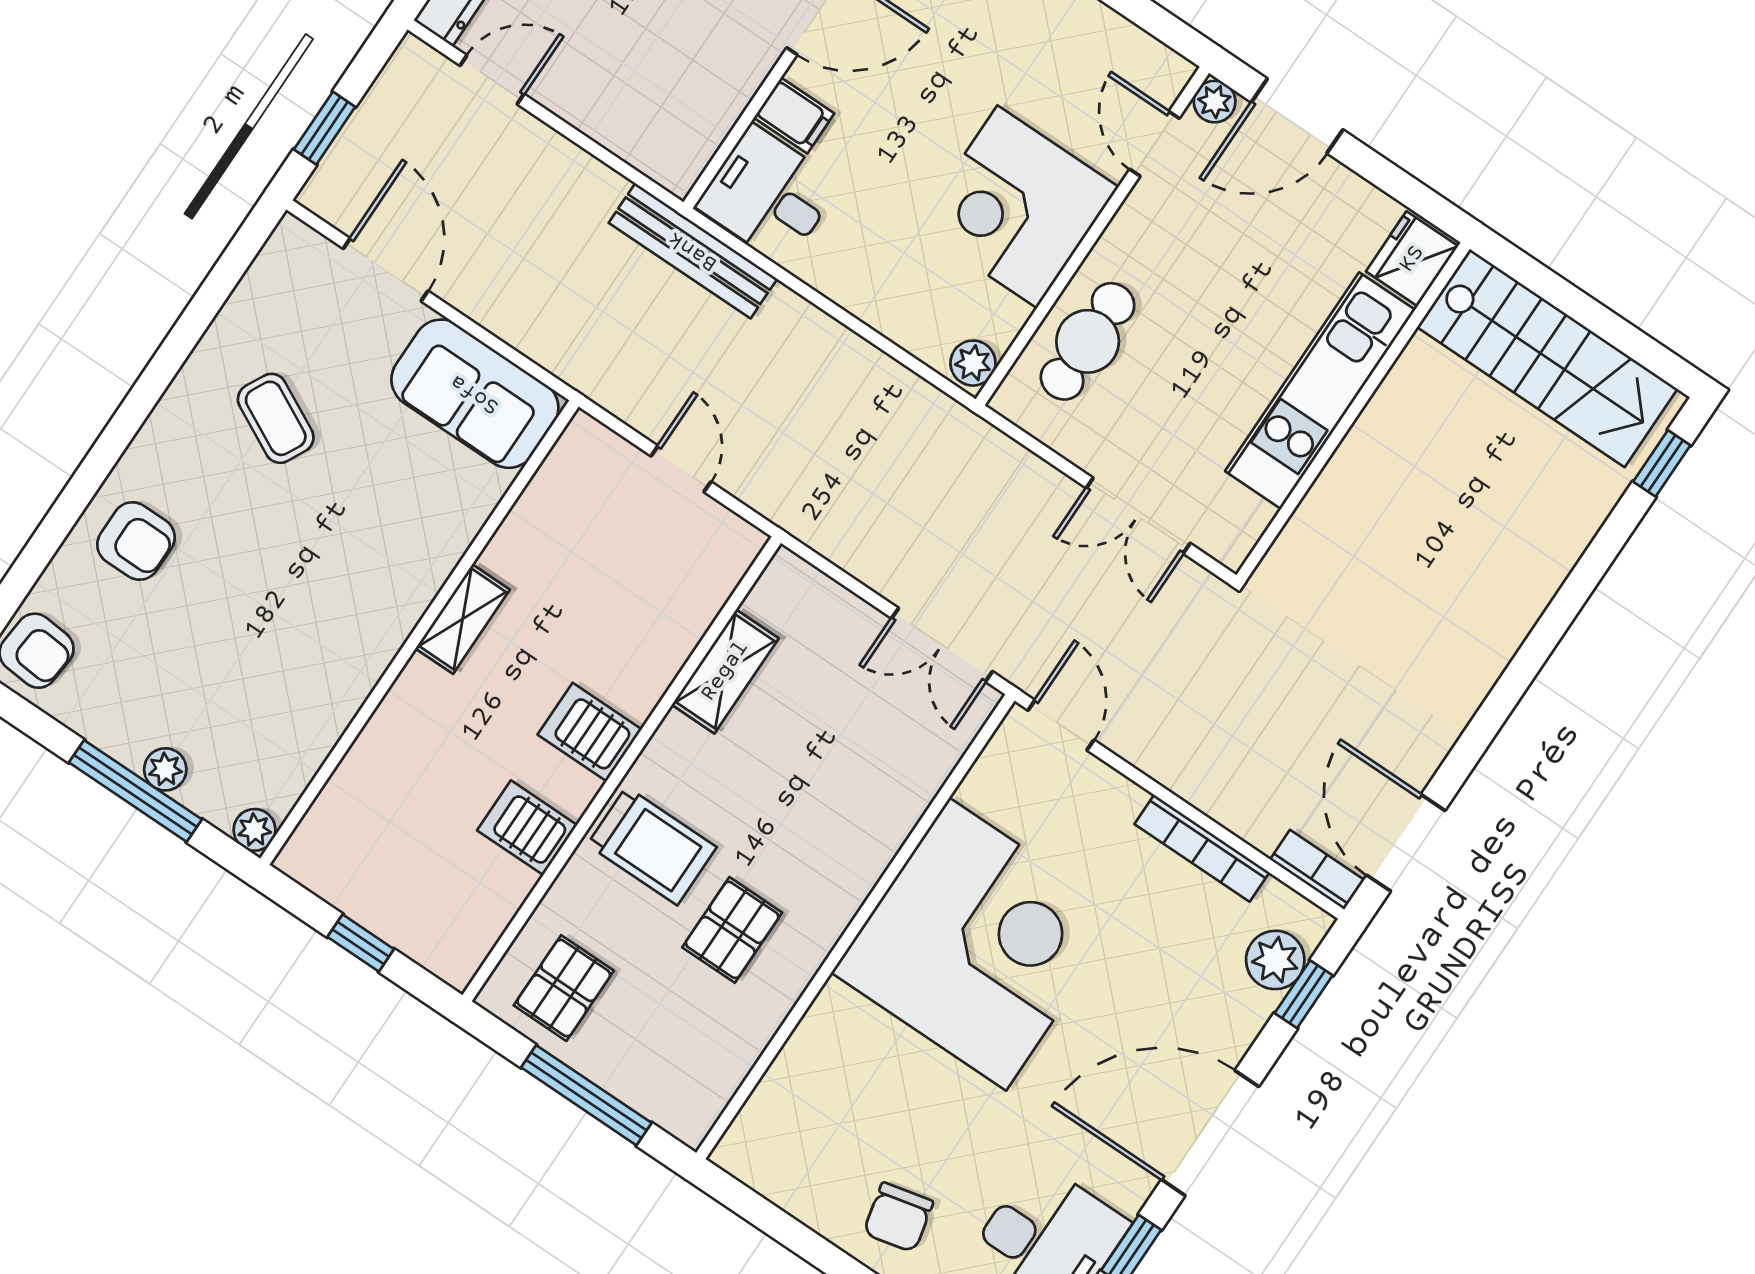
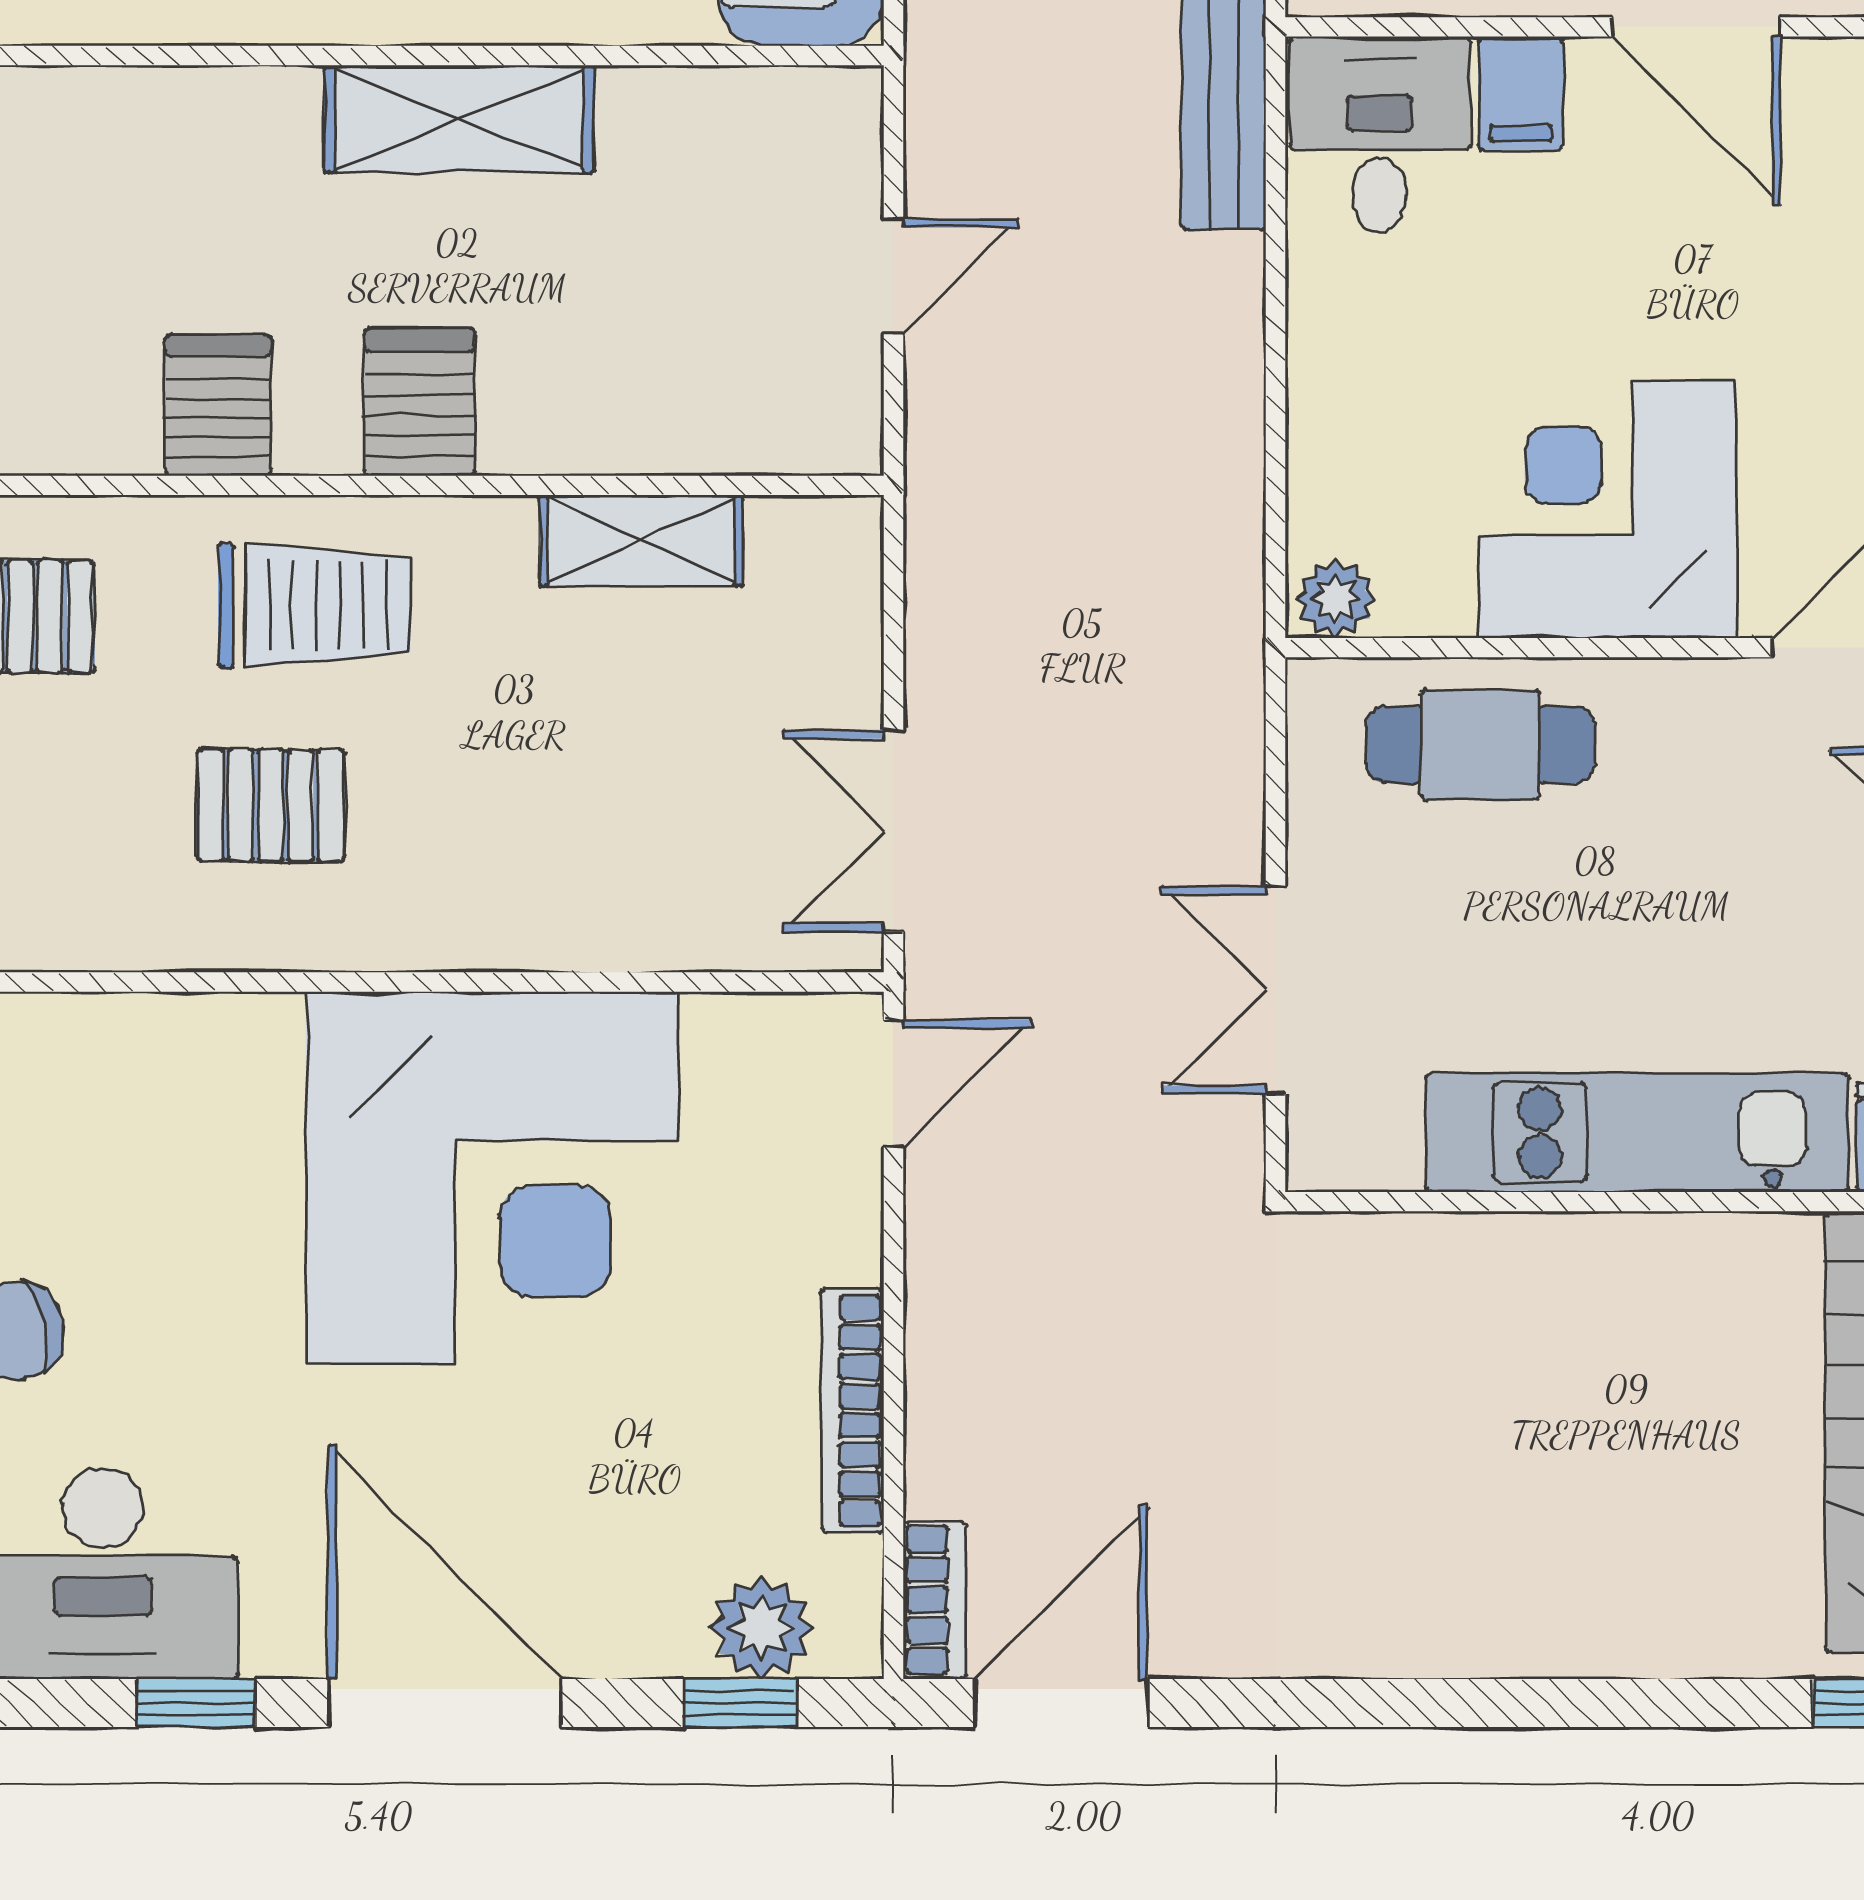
shelving: (463, 619) -> (459, 119), width x1.50, depth x1.33
trolley: (652, 846) -> (314, 605), turned -90

